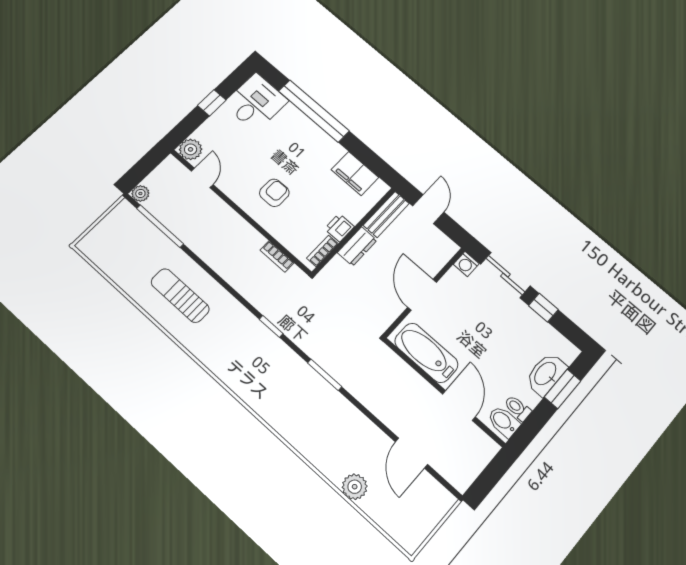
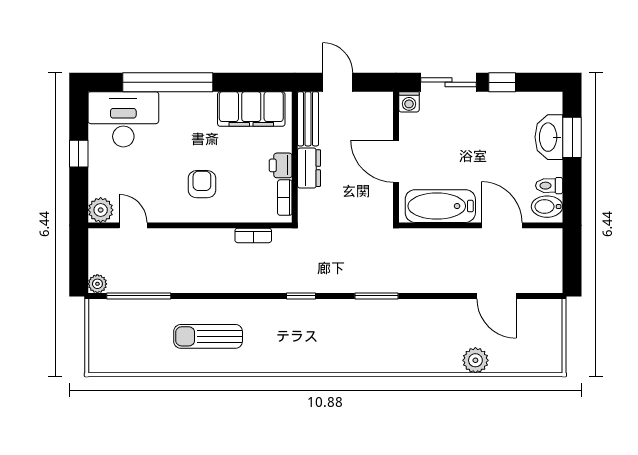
desk: (256, 102) -> (123, 119), width x1.37
filing cabinet: (355, 173) -> (251, 109), width x1.50, depth x1.17

